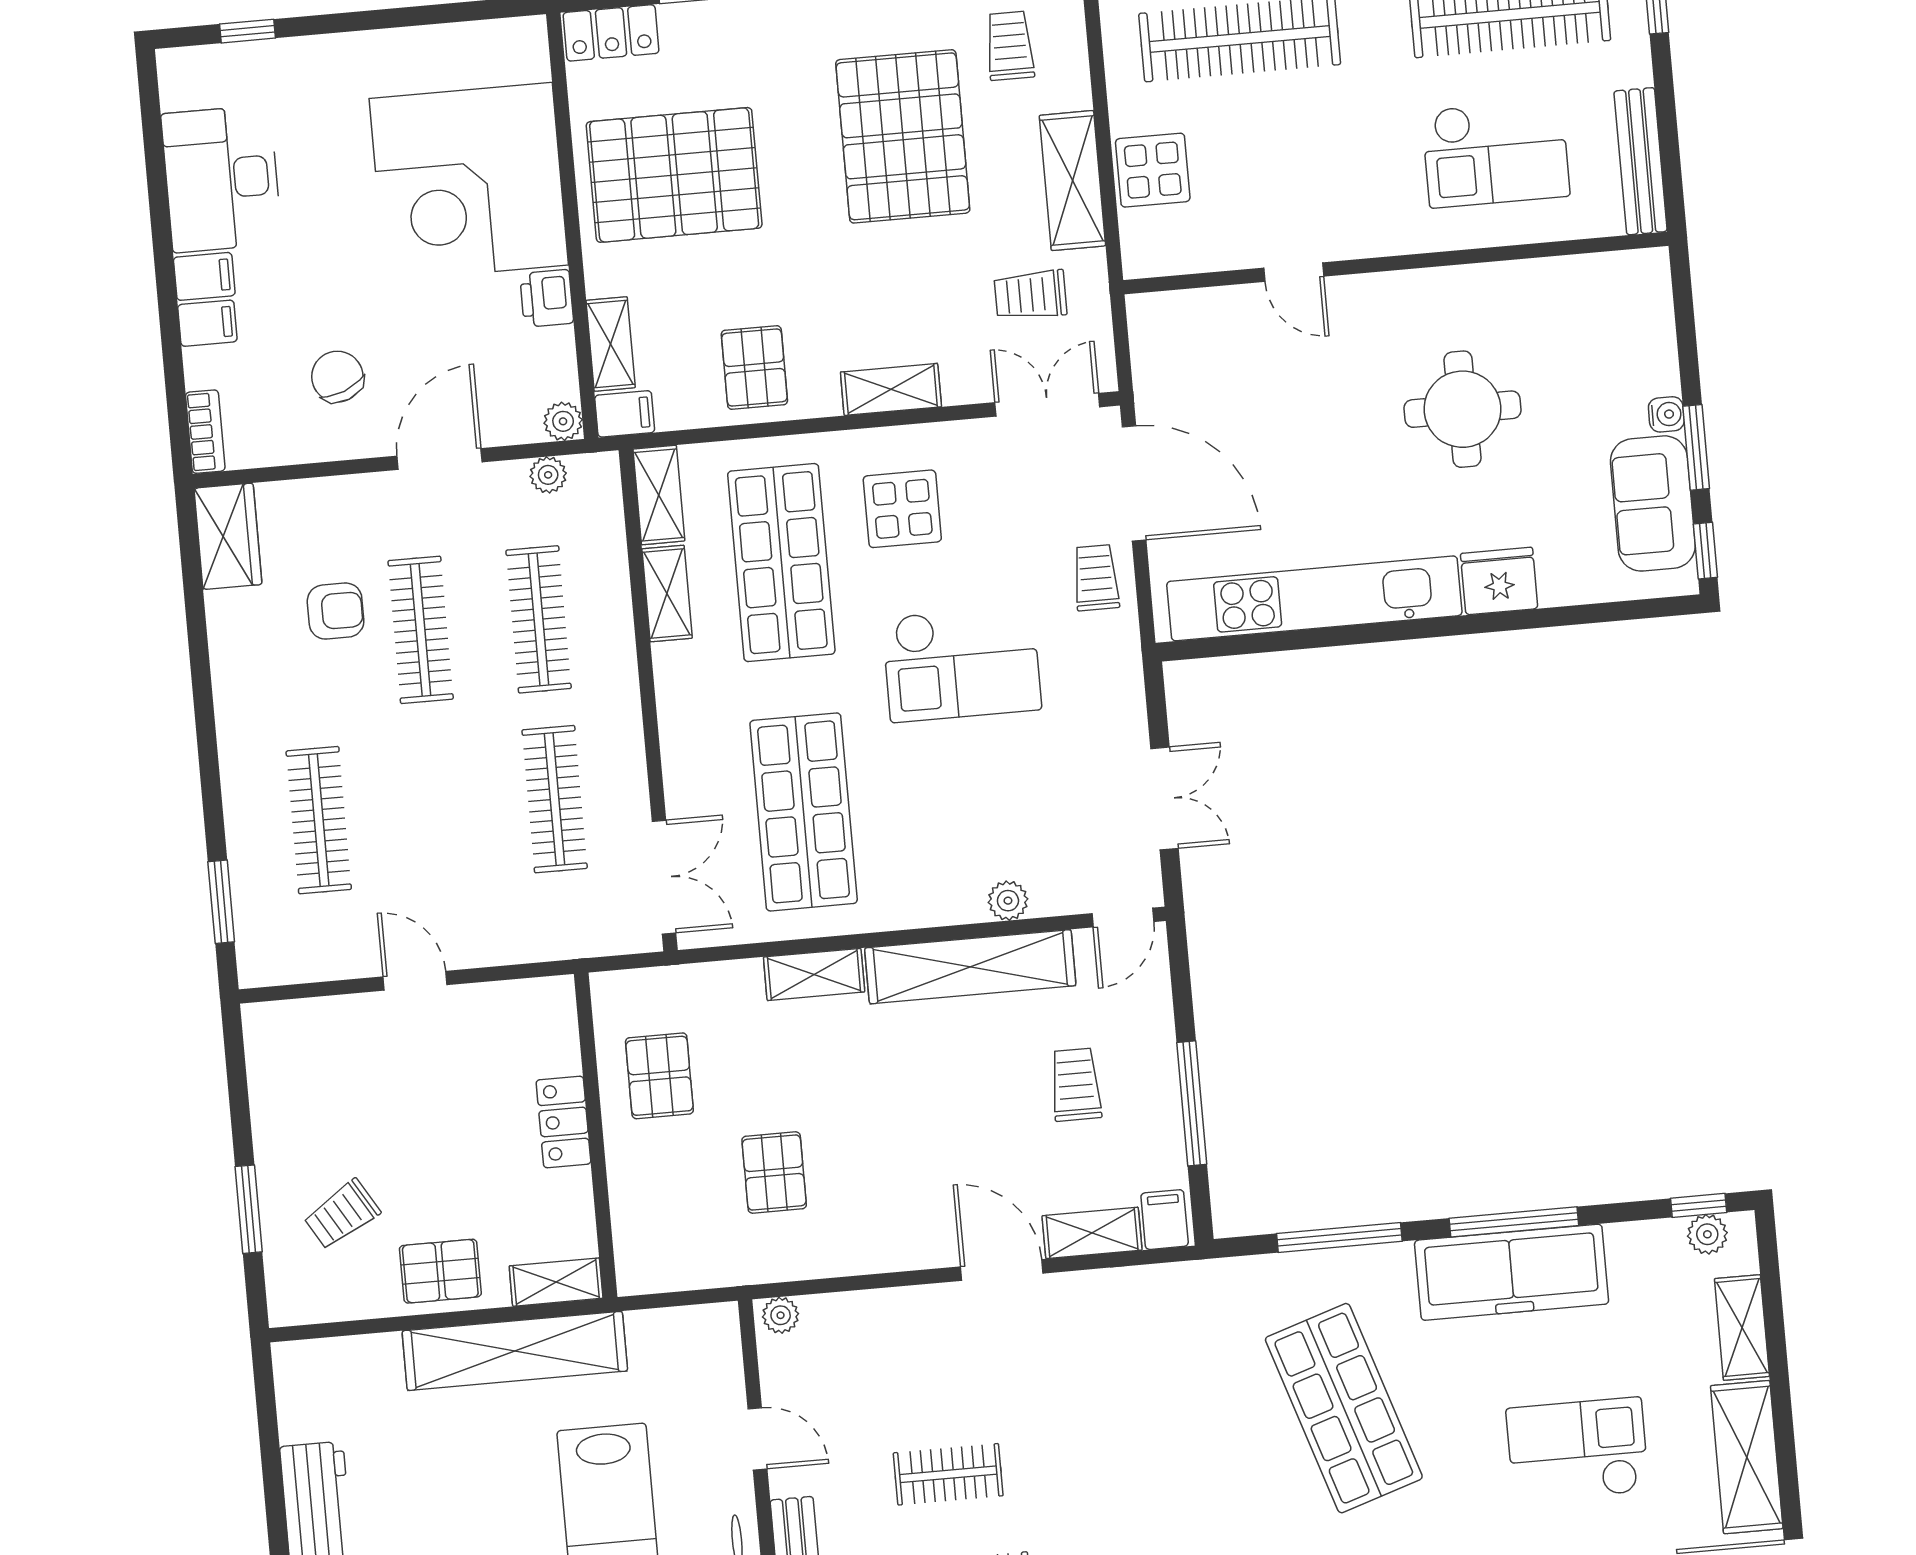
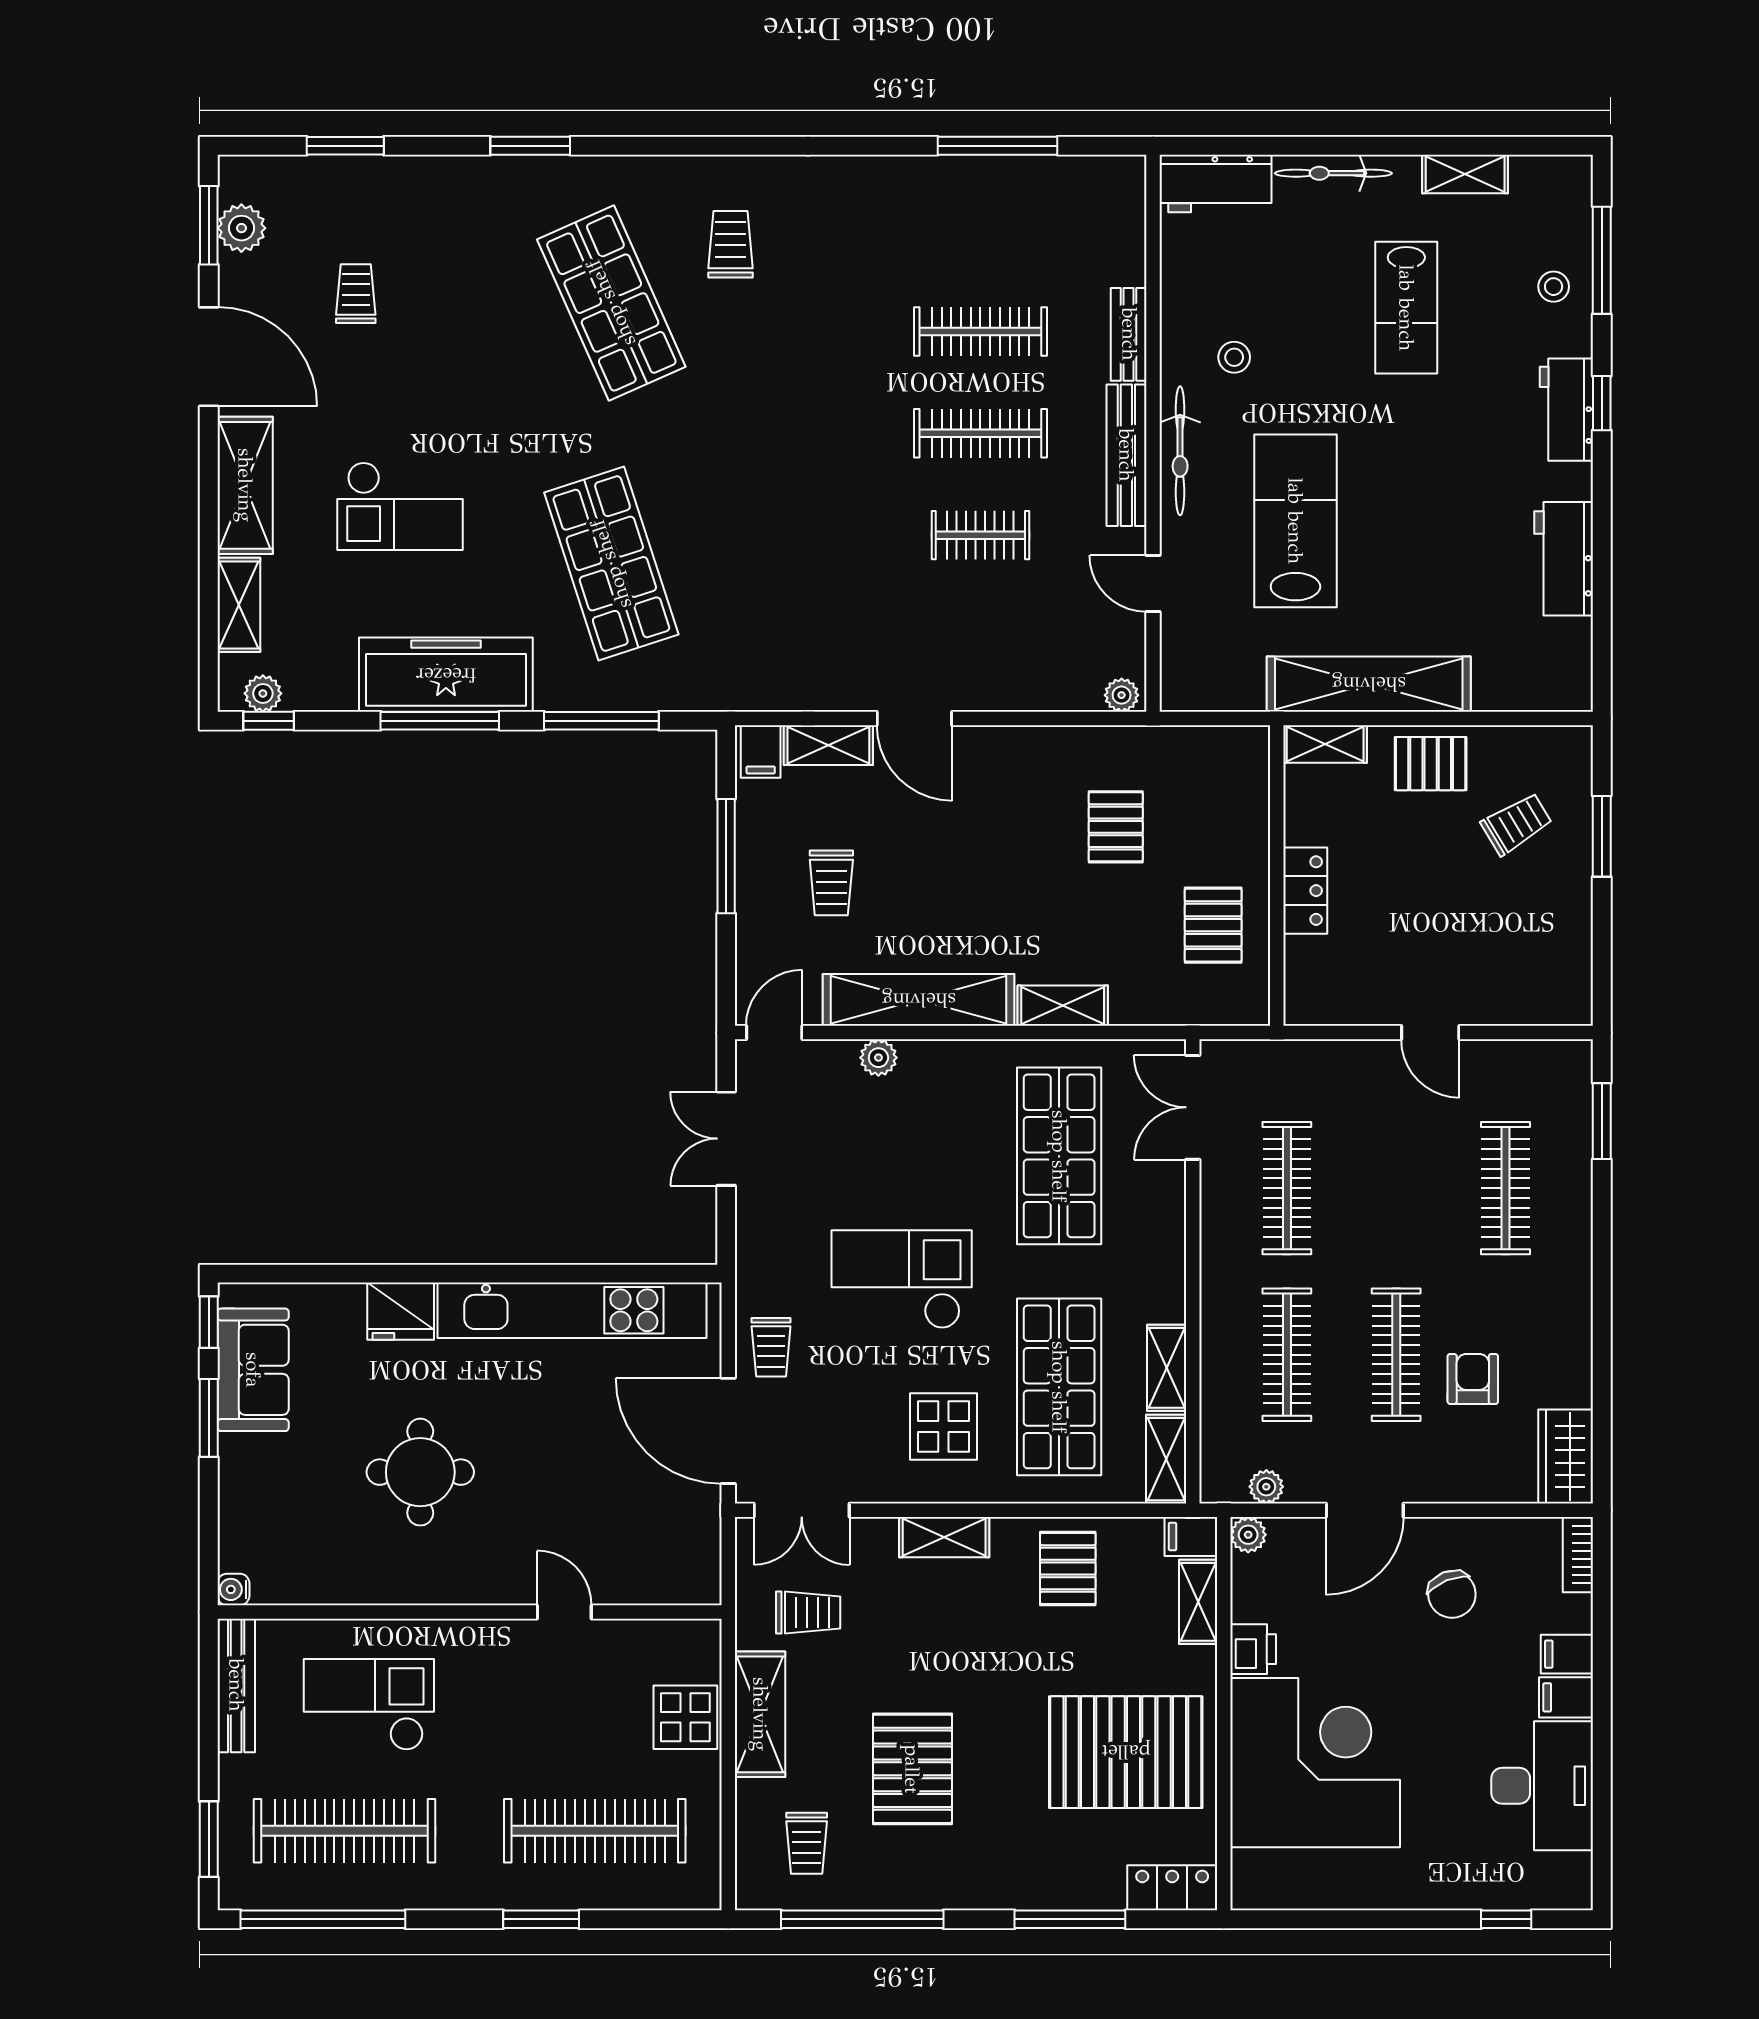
pallet: (903, 136) -> (912, 1769), width x0.73, depth x0.71
water cooler: (1666, 414) -> (233, 1589), moved
armchair: (336, 611) -> (1473, 1379), turned 90

